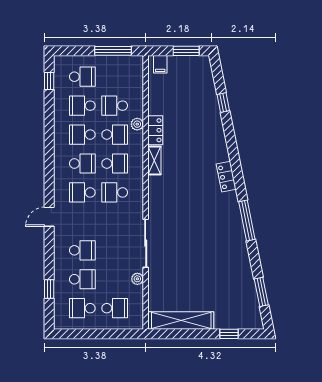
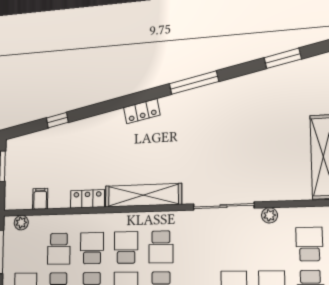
filing cabinet: (160, 64) -> (40, 199), moved, turned -90
plant: (137, 124) -> (21, 223), moved
shelving: (154, 160) -> (143, 195), width x2.20, depth x1.33

